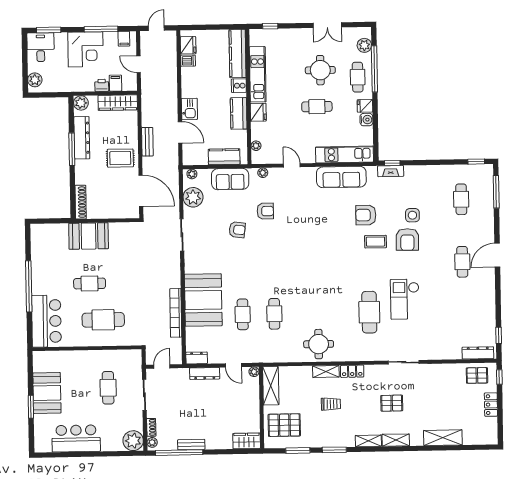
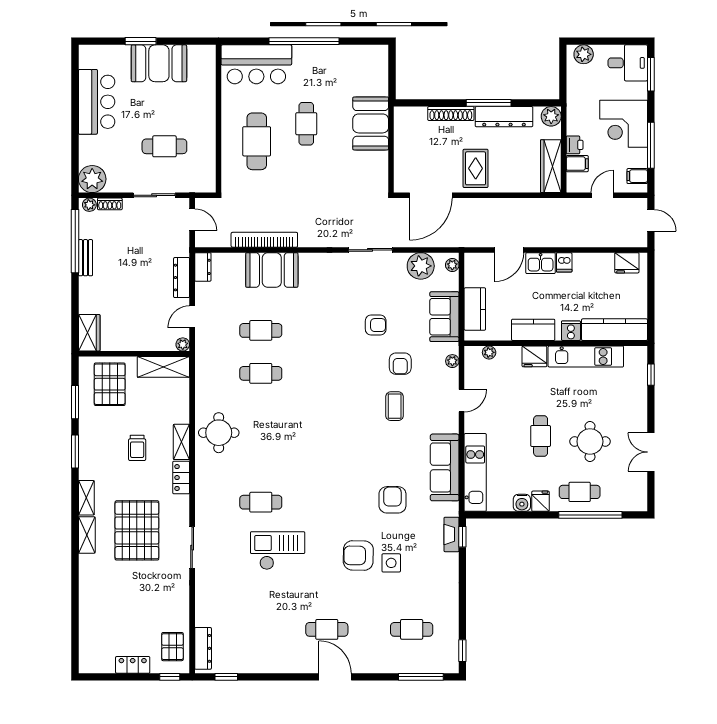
plant: (364, 45) -> (623, 502), removed
dishwasher: (188, 61) -> (564, 262), moved
bench: (147, 142) -> (497, 205), removed
shoe rack: (81, 202) -> (451, 114), moved
armchair: (237, 230) -> (376, 325), turned -97
coffee table: (376, 242) -> (395, 406), moved
booth: (203, 300) -> (272, 270), width x0.73, depth x0.70
cafe table: (369, 312) -> (261, 502), width x0.73, depth x0.74
pallet: (392, 403) -> (137, 530), width x2.05, depth x2.00
shelving: (443, 438) -> (89, 599), removed

